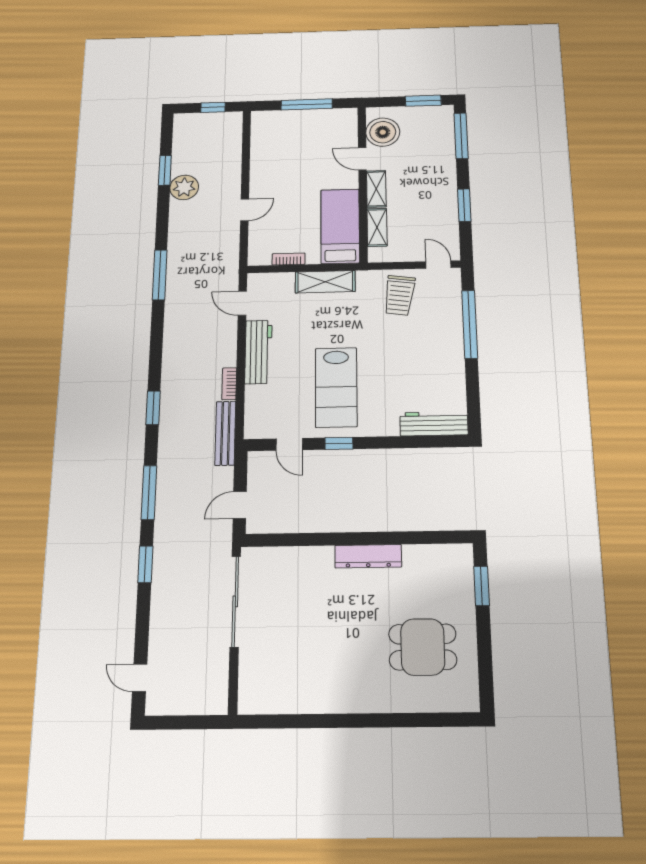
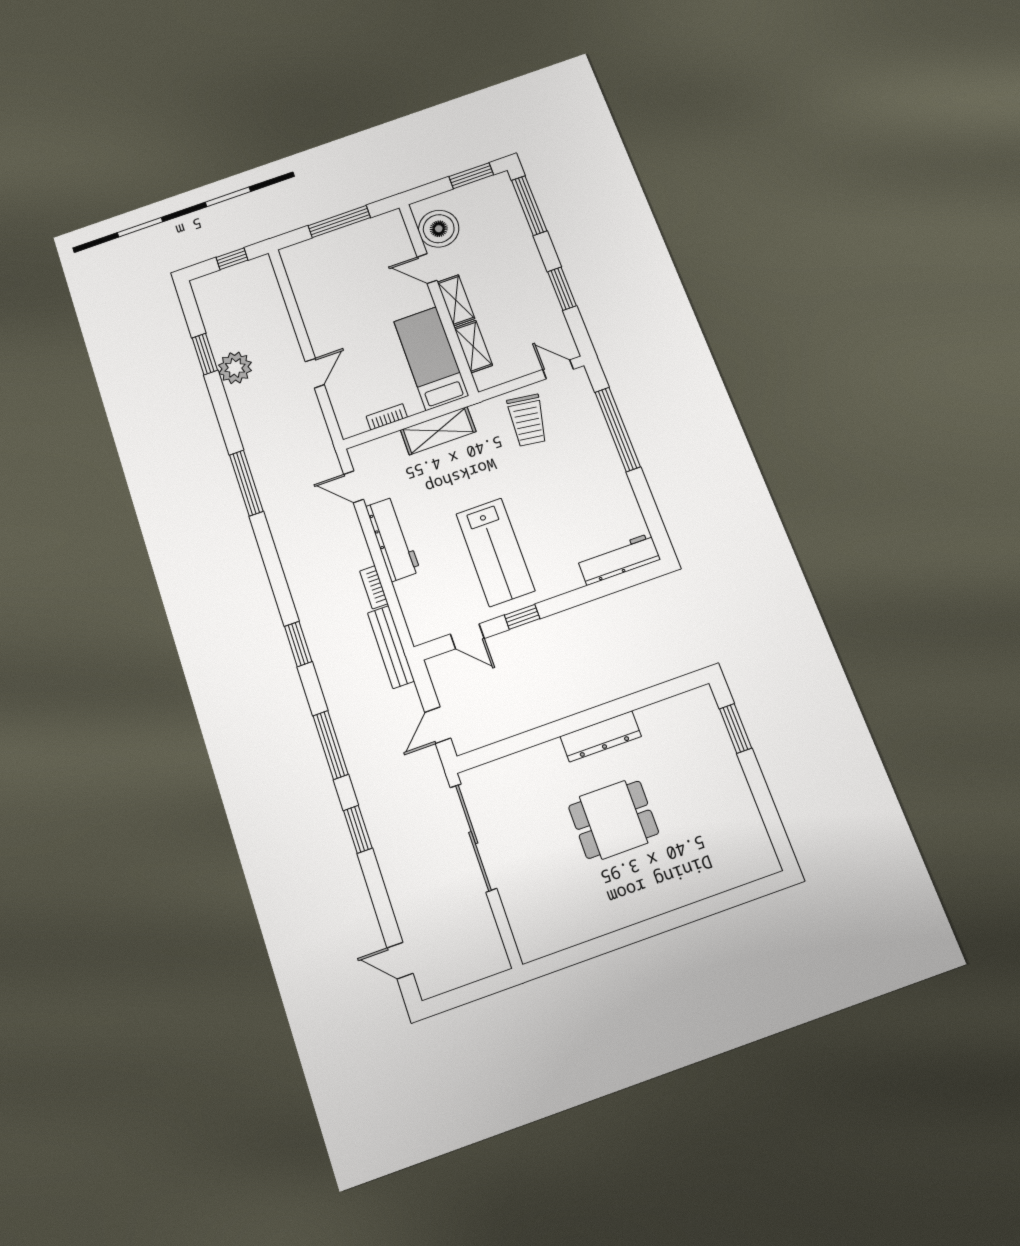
dining table: (423, 647) -> (613, 820), moved

